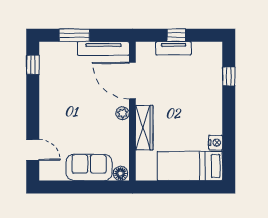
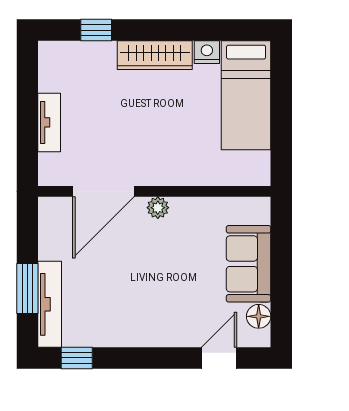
window: (176, 35) -> (27, 118), removed
tv unit: (103, 49) -> (50, 304), moved
wardrobe: (144, 128) -> (155, 55), moved, turned 180
floor lamp: (120, 173) -> (259, 316), moved

